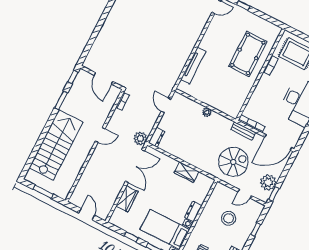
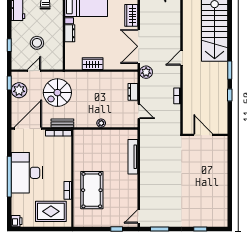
wall: (102, 77) -> (205, 135), moved
door: (104, 78) -> (203, 135), moved
dresser: (157, 137) -> (133, 92), moved

